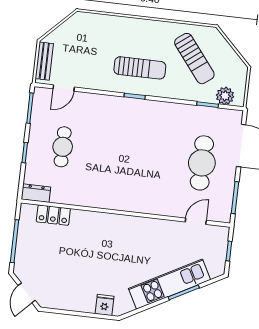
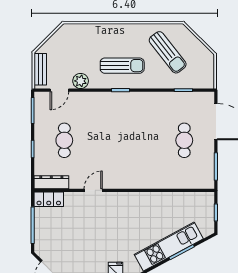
plant: (225, 96) -> (81, 81), moved
cafe table: (202, 163) -> (184, 140), width x0.73, depth x0.74
dresser: (36, 193) -> (51, 182), width x1.44
locker: (53, 215) -> (49, 199), moved
door: (196, 221) -> (93, 190), moved

